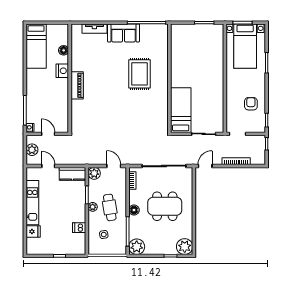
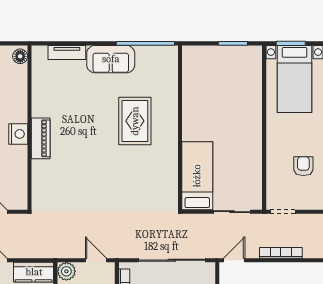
floor lamp: (64, 50) -> (20, 56), moved
nightstand: (62, 71) -> (18, 134), moved

